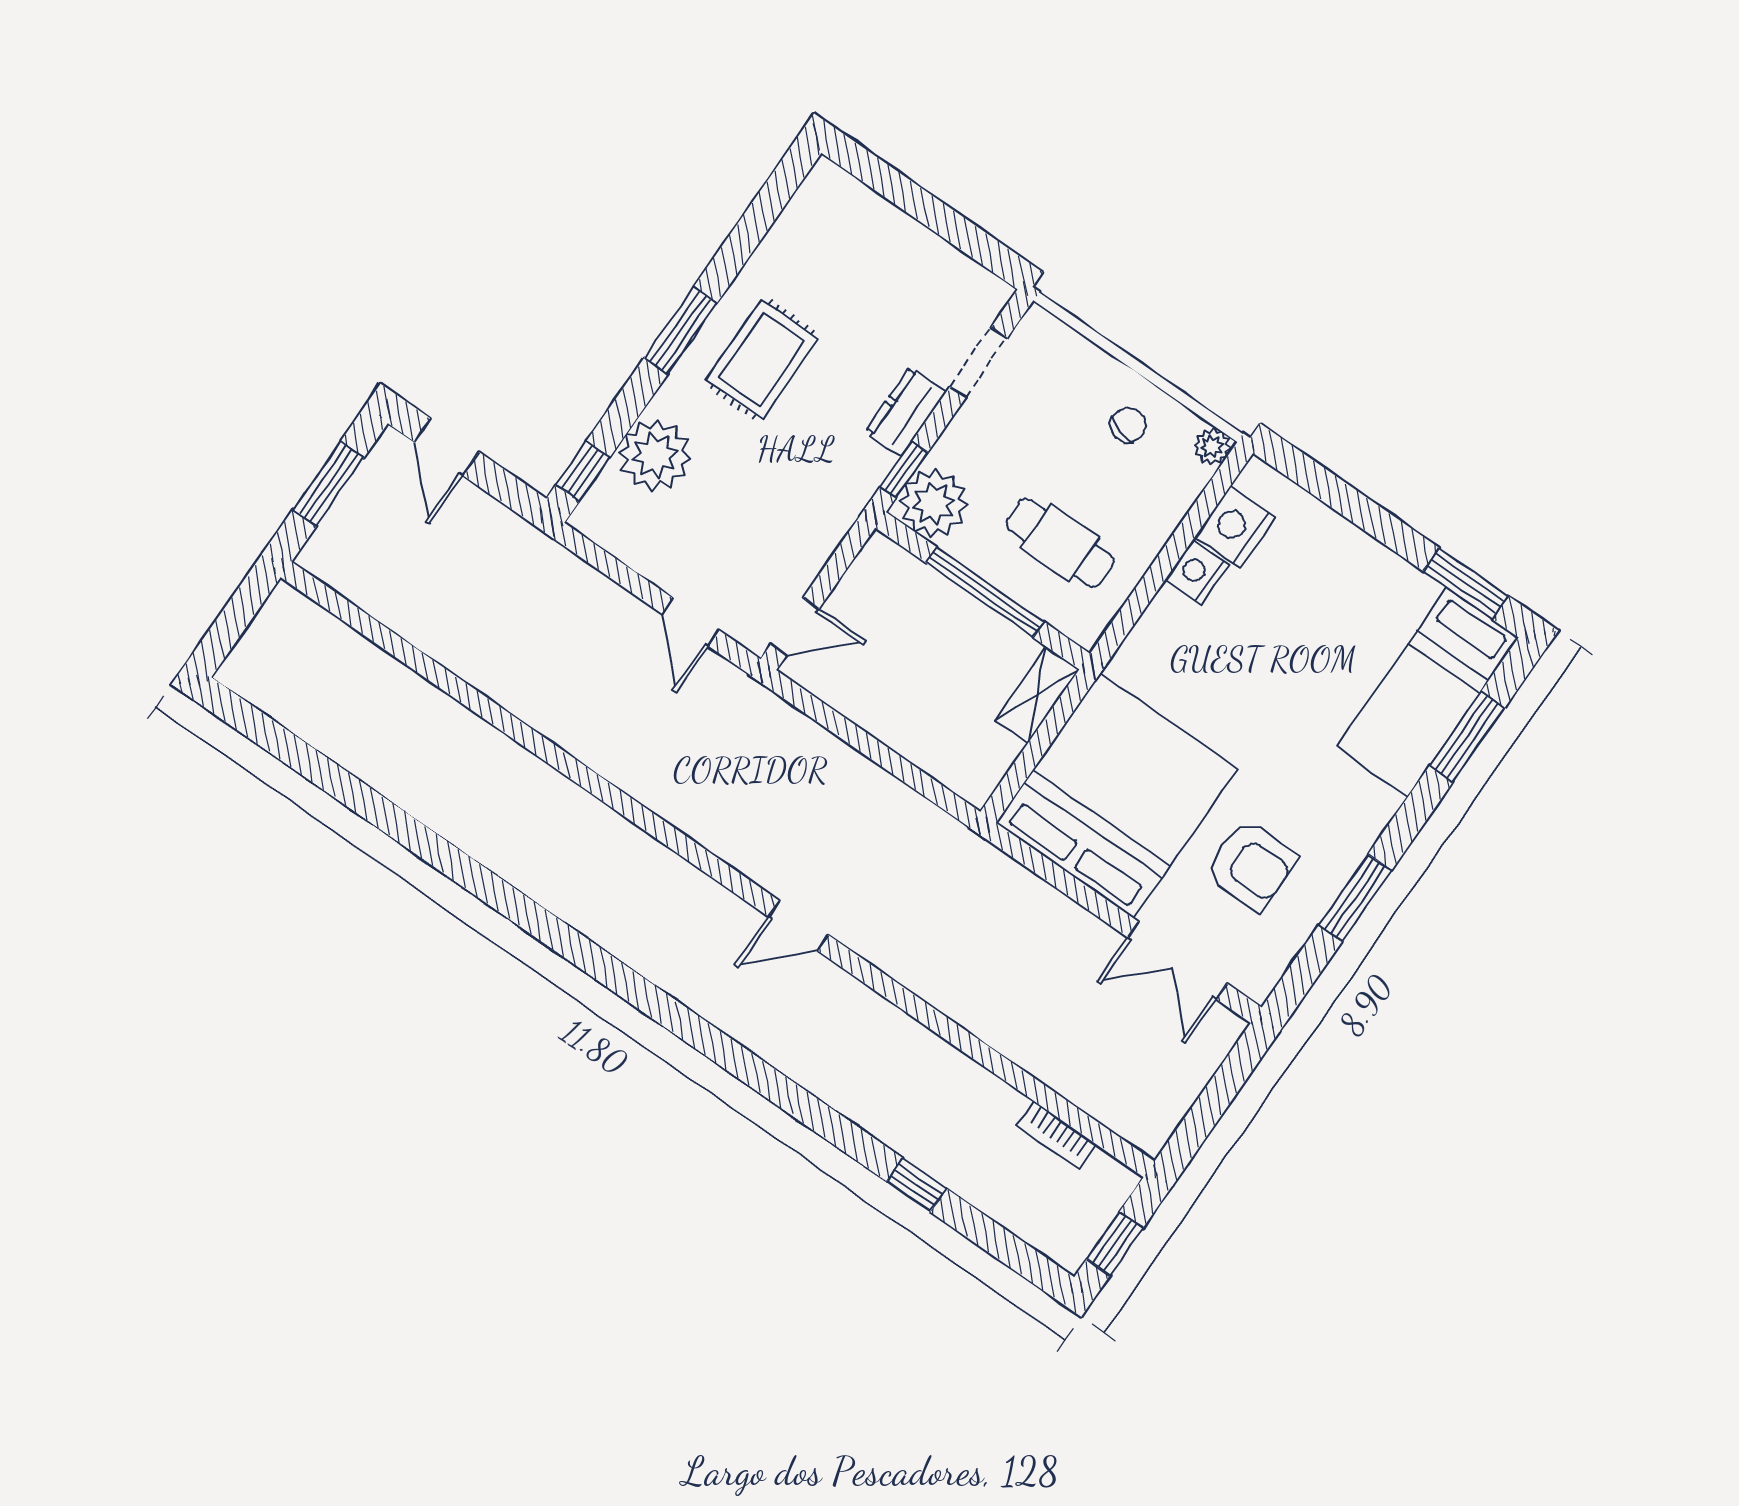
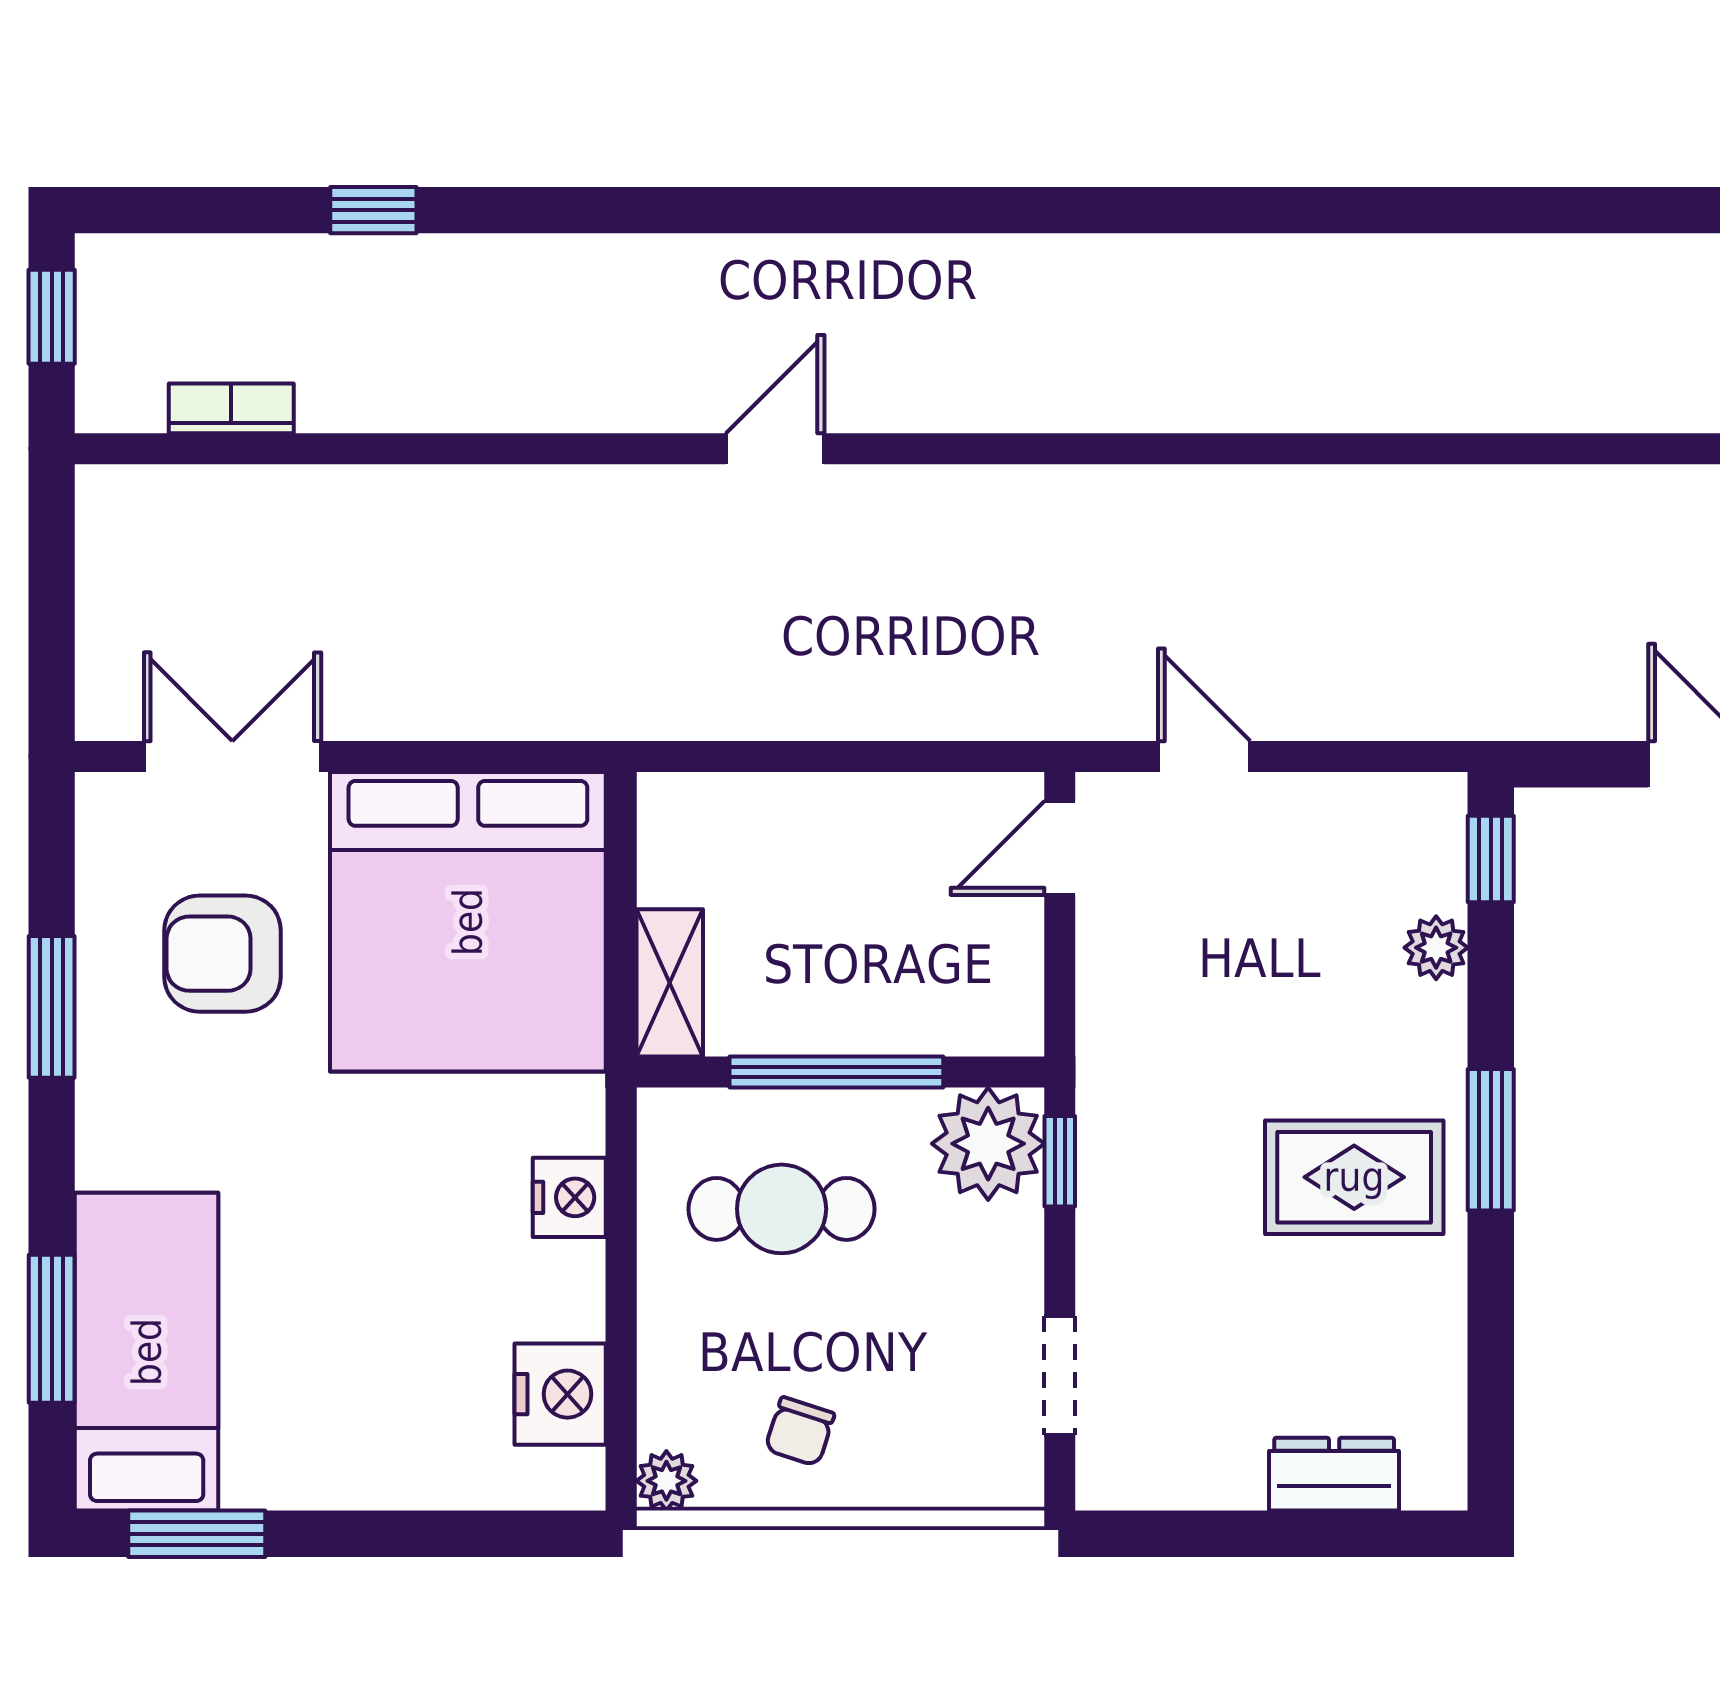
rug: (762, 359) -> (1354, 1177), turned 90
dresser: (906, 412) -> (1334, 1474), moved, turned -90
plant: (655, 455) -> (1436, 948), width x0.53, depth x0.53
nightstand: (1197, 572) -> (569, 1197), moved

